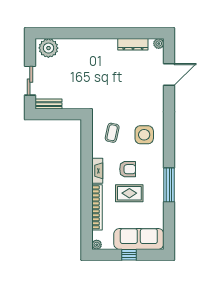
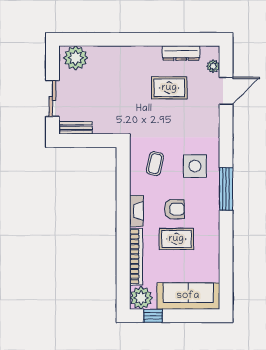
plant: (159, 44) -> (213, 66), moved
rug: (124, 72) -> (169, 88), added
window: (169, 185) -> (226, 189), moved
plant: (97, 245) -> (141, 298), width x1.88, depth x1.88
window: (129, 255) -> (153, 316), moved

